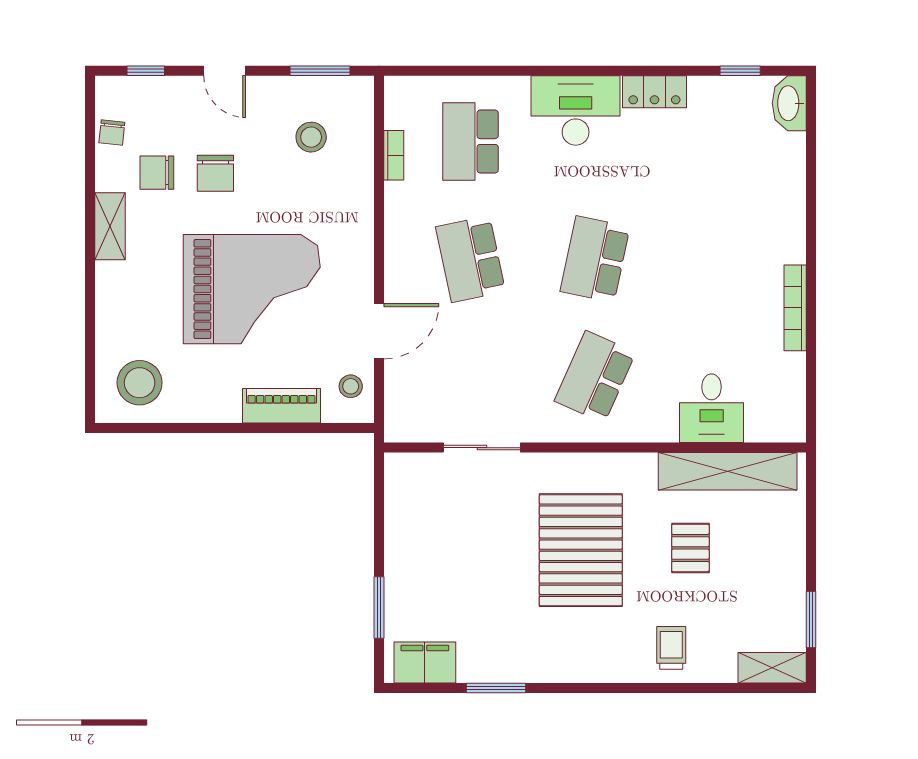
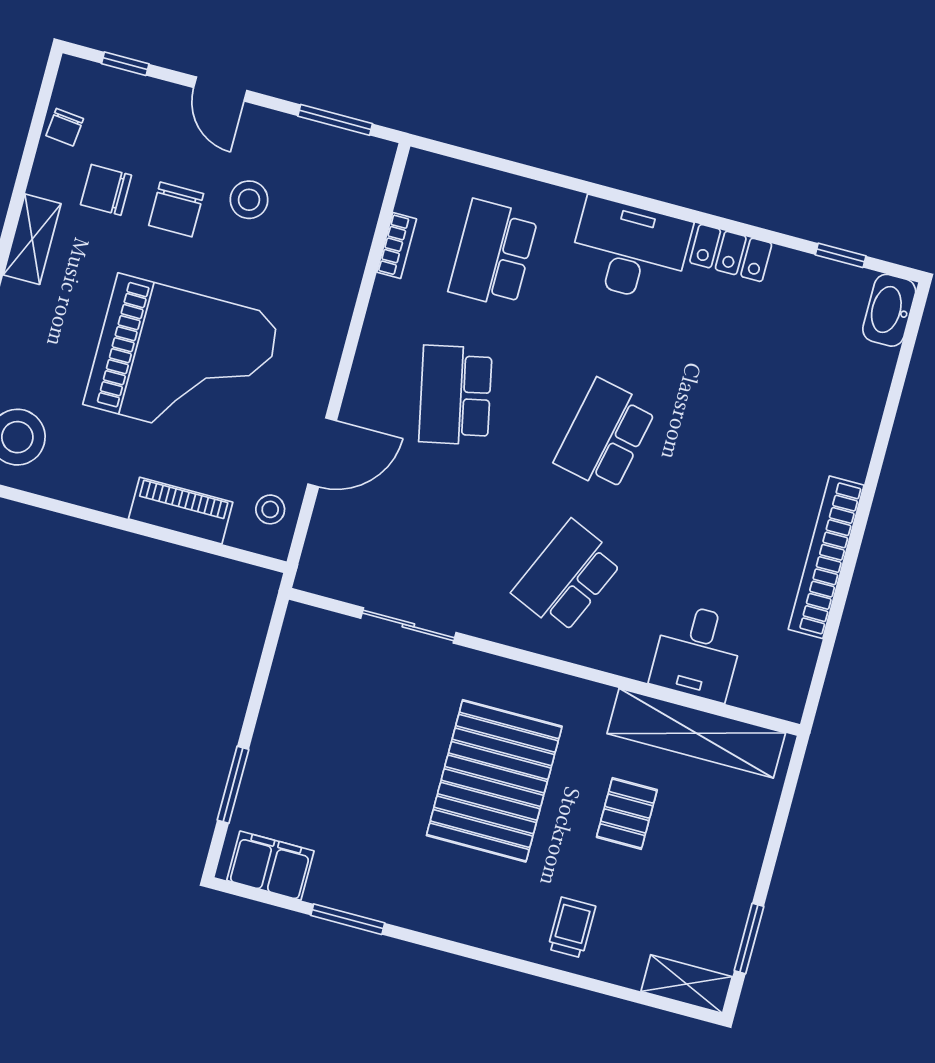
stool: (311, 137) -> (249, 200), moved
bookcase: (795, 308) -> (826, 557), width x1.48, depth x1.31

